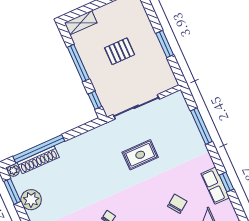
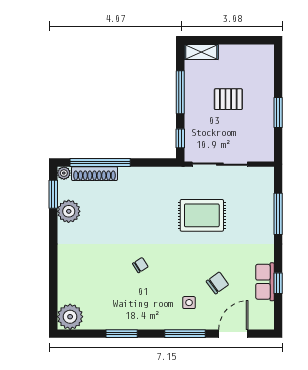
rug: (140, 155) -> (202, 215), width x1.36, depth x1.43

